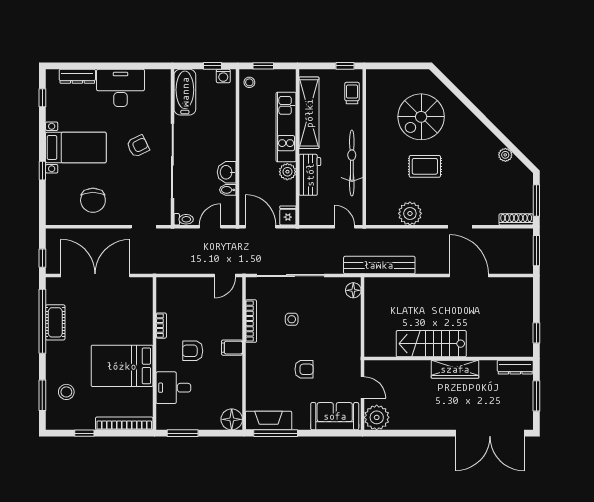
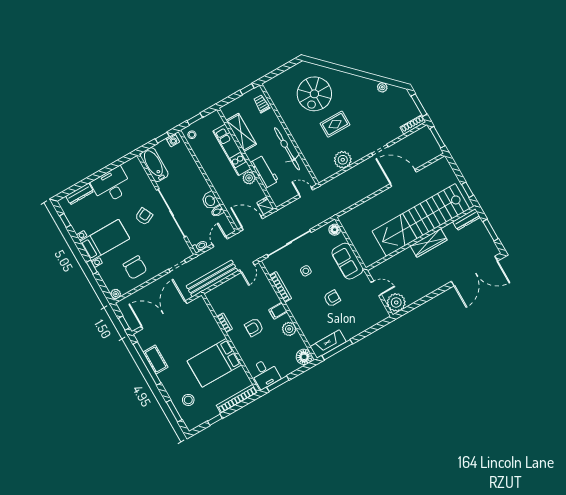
shelving: (309, 113) -> (241, 132), width x0.68
plant: (52, 218) -> (116, 294), added
bench: (379, 265) -> (212, 278), moved
stairs: (431, 344) -> (421, 220), width x1.86, depth x1.51
plant: (233, 376) -> (289, 329), added
desk: (173, 388) -> (265, 374), moved, turned -90
sofa: (335, 416) -> (347, 261), moved, turned -90

